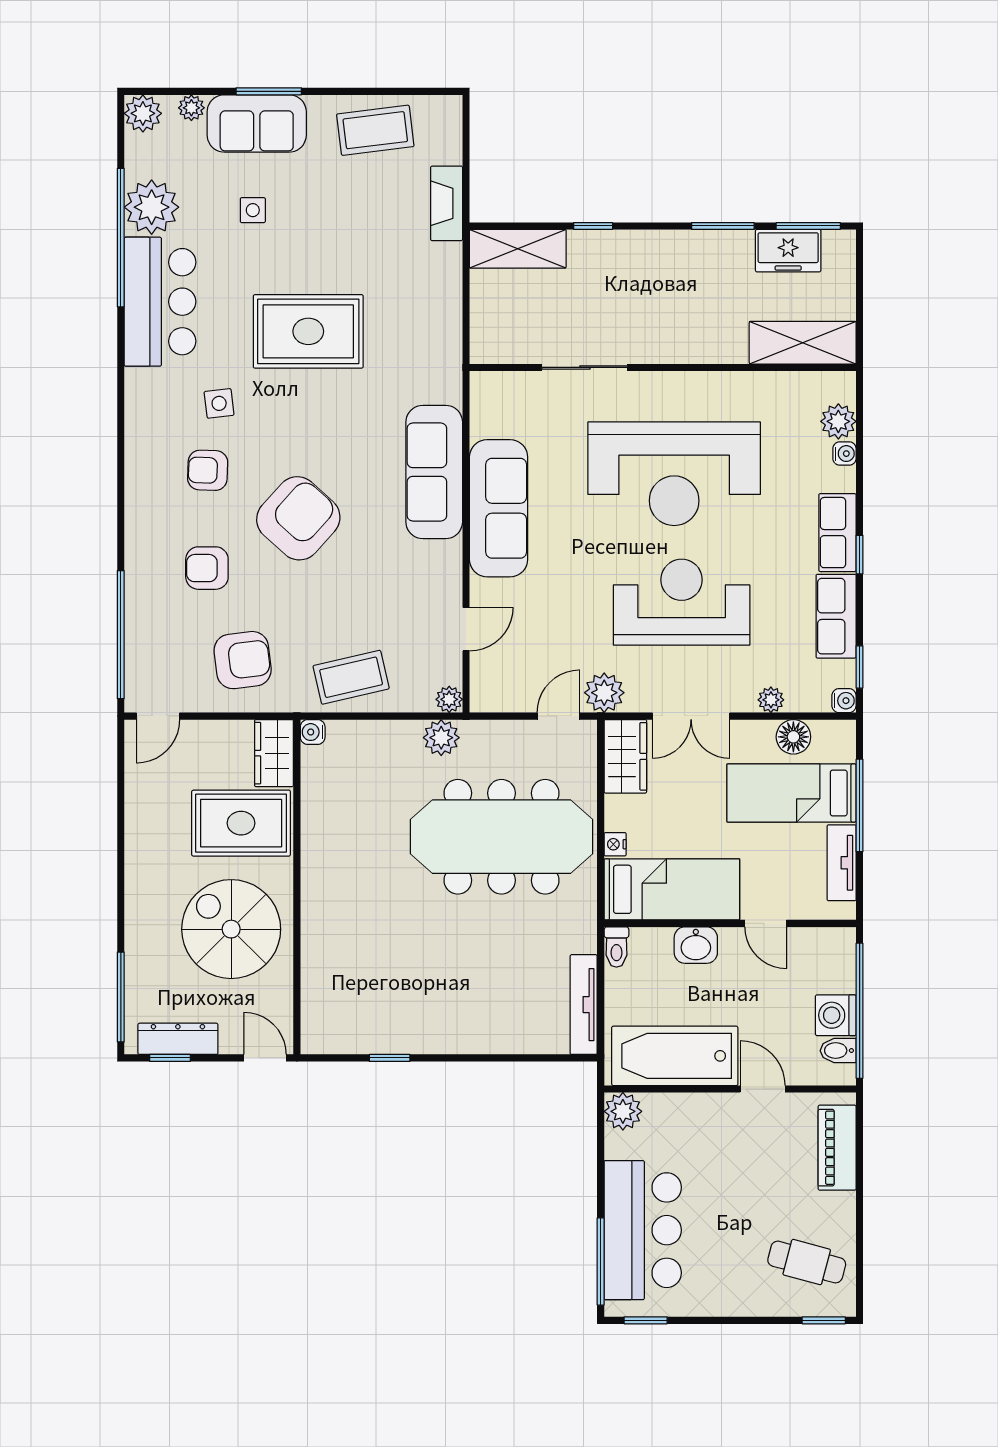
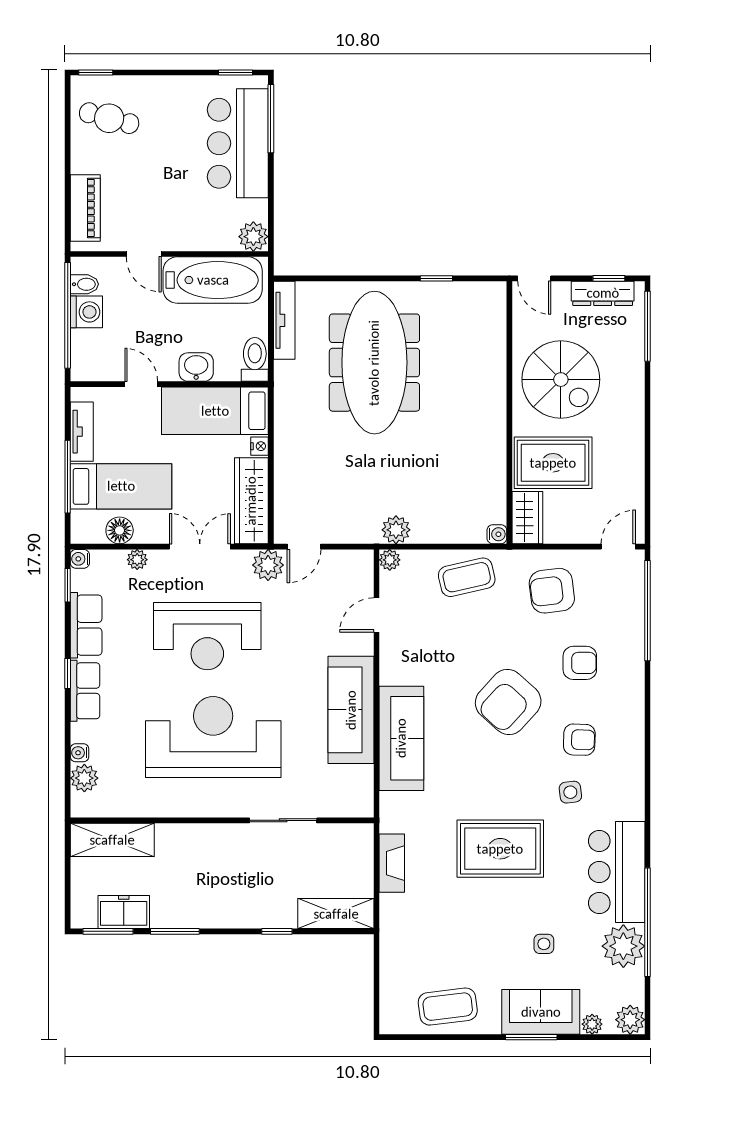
fireplace: (447, 203) -> (392, 863), moved
wardrobe: (625, 756) -> (251, 501), width x1.50
meeting table: (501, 837) -> (374, 363), moved, turned 90
toilet: (616, 947) -> (255, 359), width x1.37, depth x1.39

